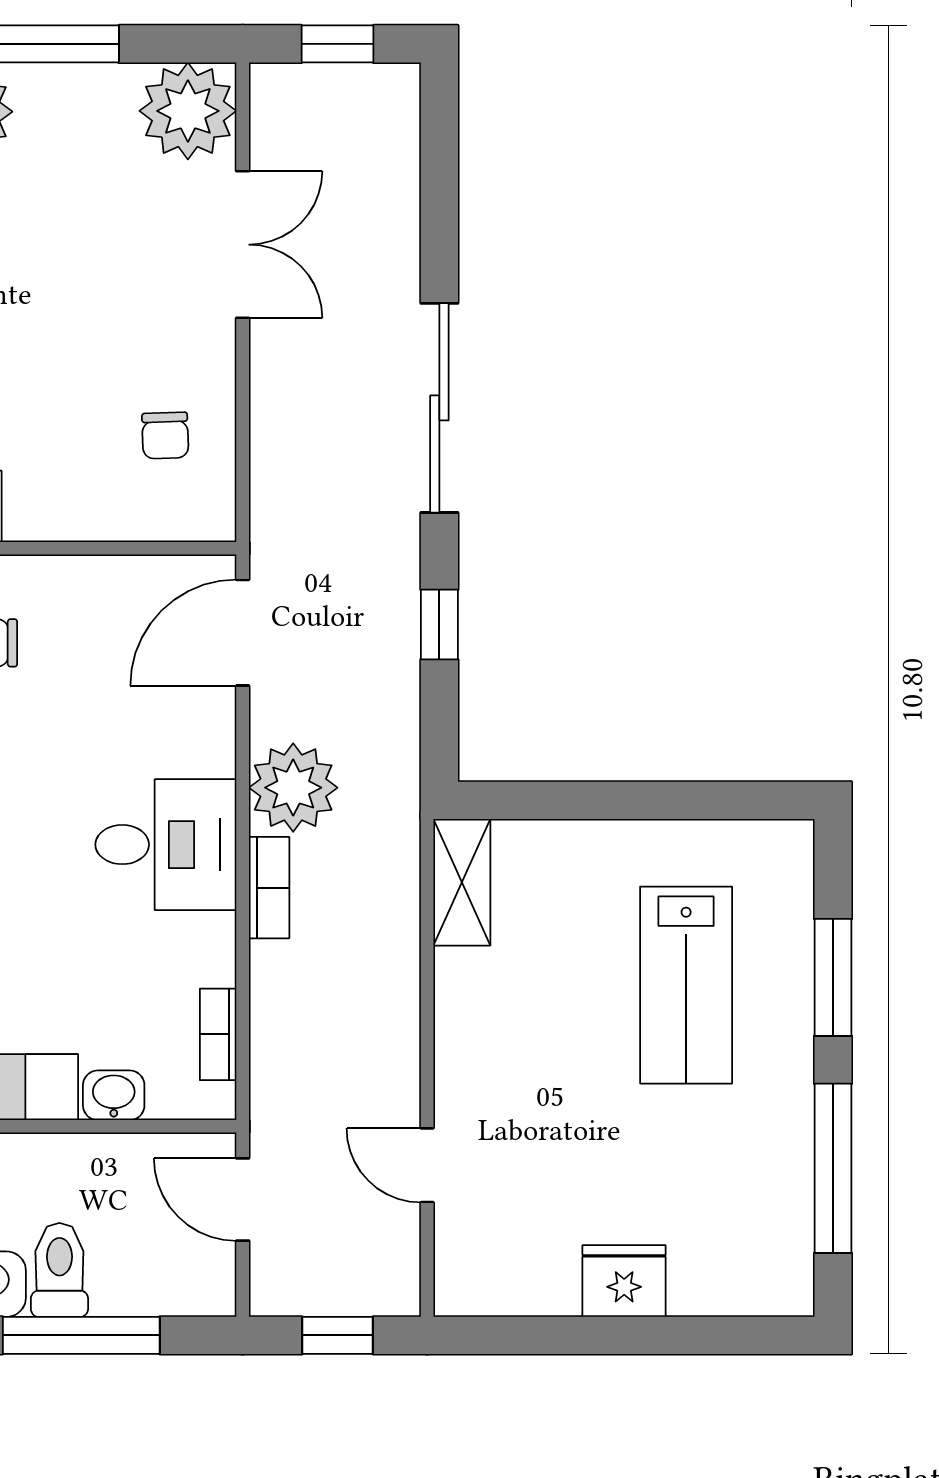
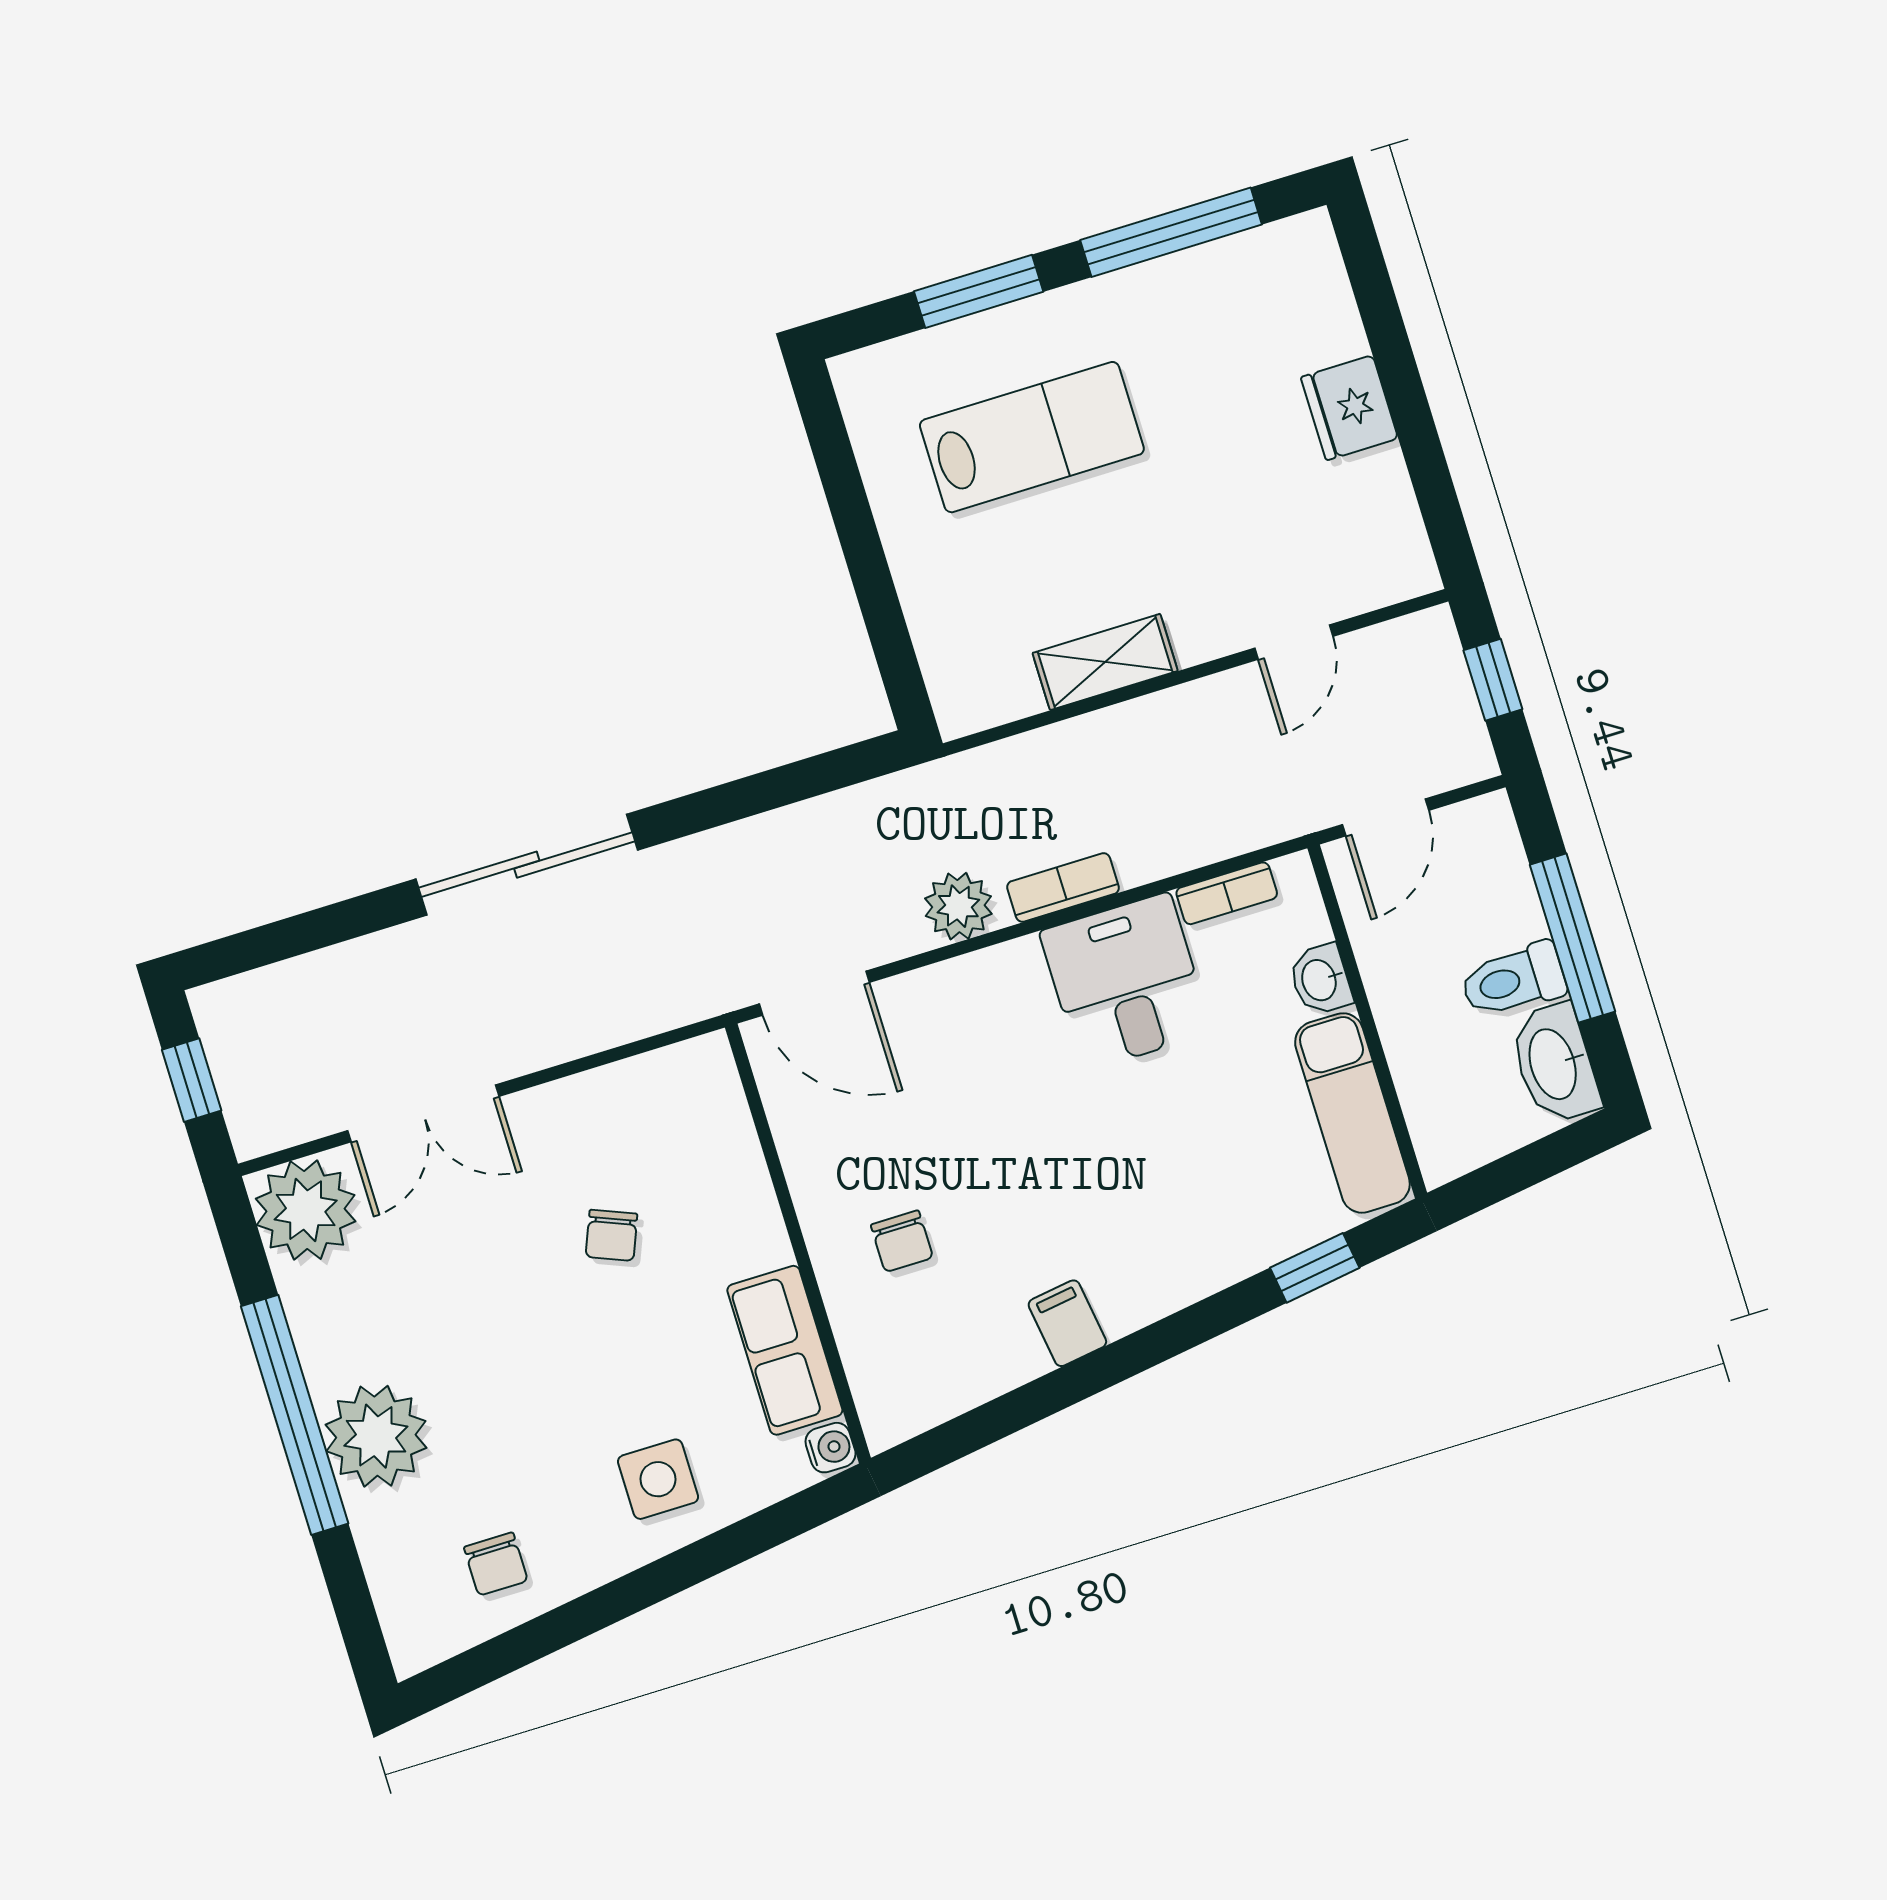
double door: (243, 245) -> (423, 1113), swing flipped
chair: (165, 435) -> (612, 1235), moved, turned 114
window: (439, 625) -> (745, 797), removed
plant: (293, 788) -> (958, 906), width x0.73, depth x0.73
desk: (166, 845) -> (1126, 982), moved
shelving: (462, 882) -> (1105, 662), moved

